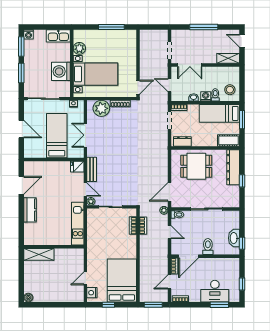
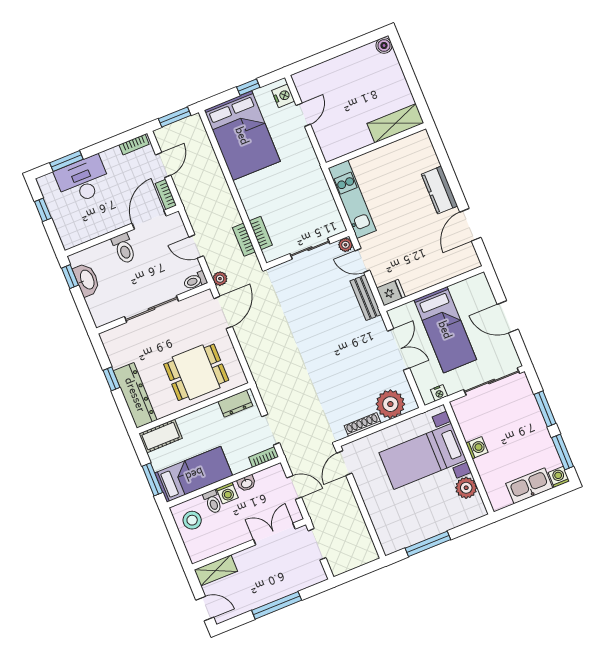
kitchen sink: (58, 36) -> (529, 486), moved
washing machine: (61, 71) -> (477, 448), width x0.53, depth x0.53

